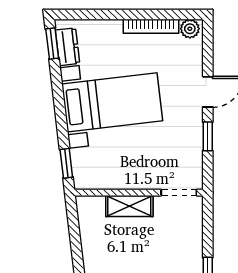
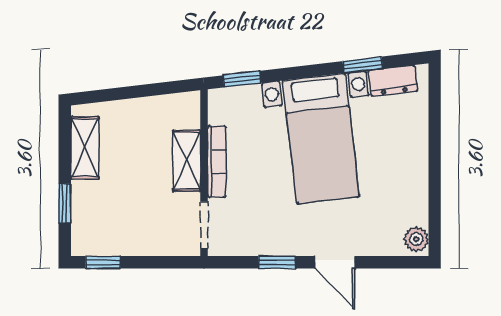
bookcase: (151, 26) -> (217, 162), moved, turned 180
window: (52, 44) -> (363, 65), moved

